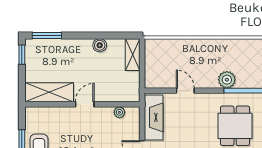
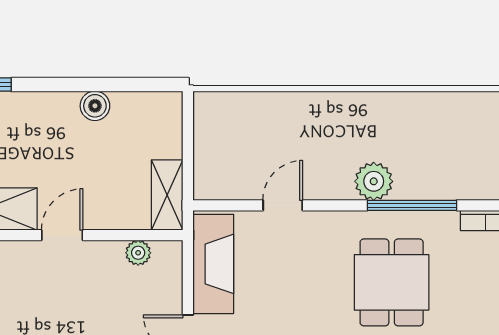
shelving: (133, 55) -> (167, 195), moved
door: (185, 91) -> (283, 205), hinge flipped

